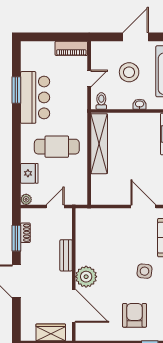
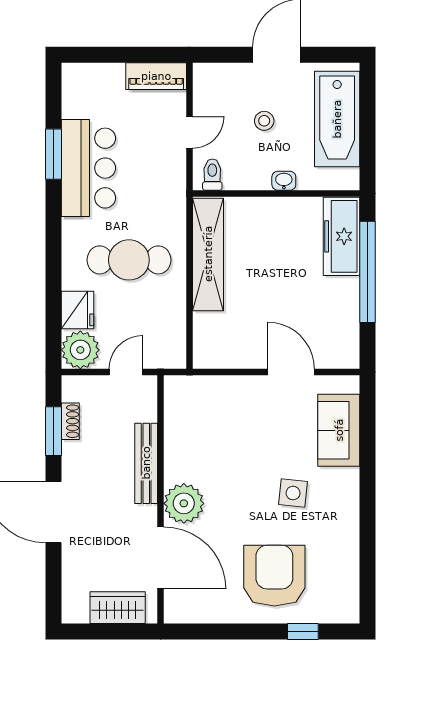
stool: (129, 72) -> (264, 121), width x0.53, depth x0.53
plant: (26, 199) -> (80, 350), width x1.88, depth x1.88
bench: (66, 255) -> (146, 463), width x1.36
armchair: (135, 315) -> (274, 576), width x1.36, depth x1.36

